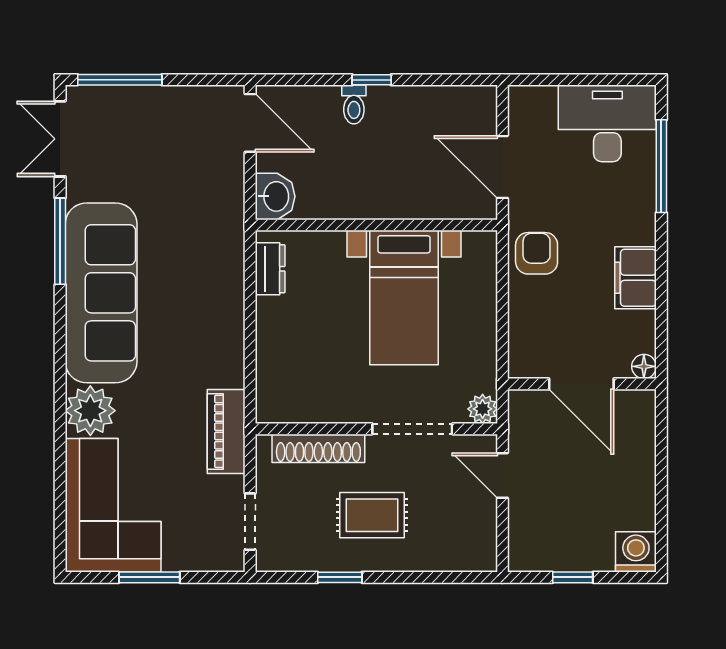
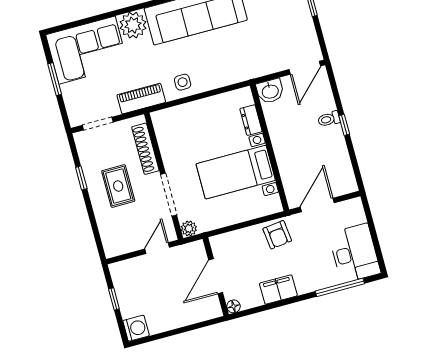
armchair: (537, 253) -> (277, 235), turned 83
dresser: (270, 269) -> (251, 120), moved, turned 90
side table: (217, 349) -> (183, 82), added

